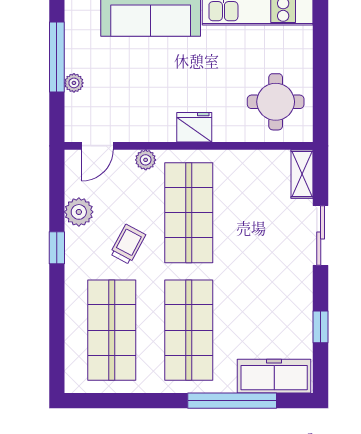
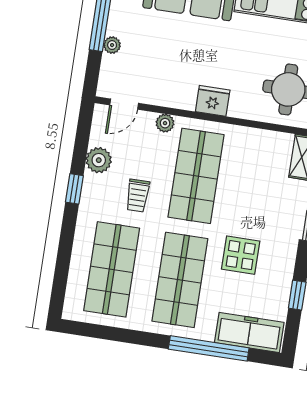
trolley: (128, 244) -> (138, 196), turned 152
display table: (251, 292) -> (241, 255), added

